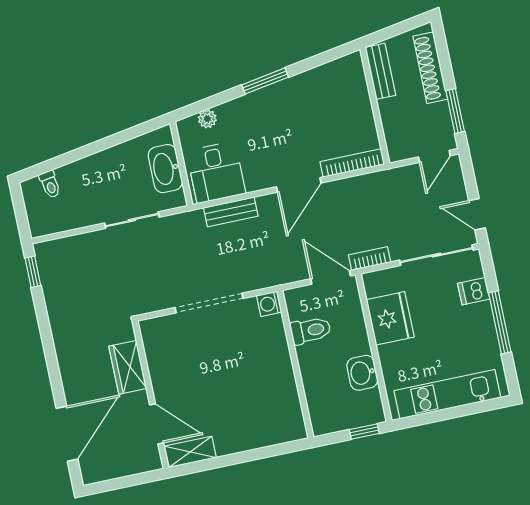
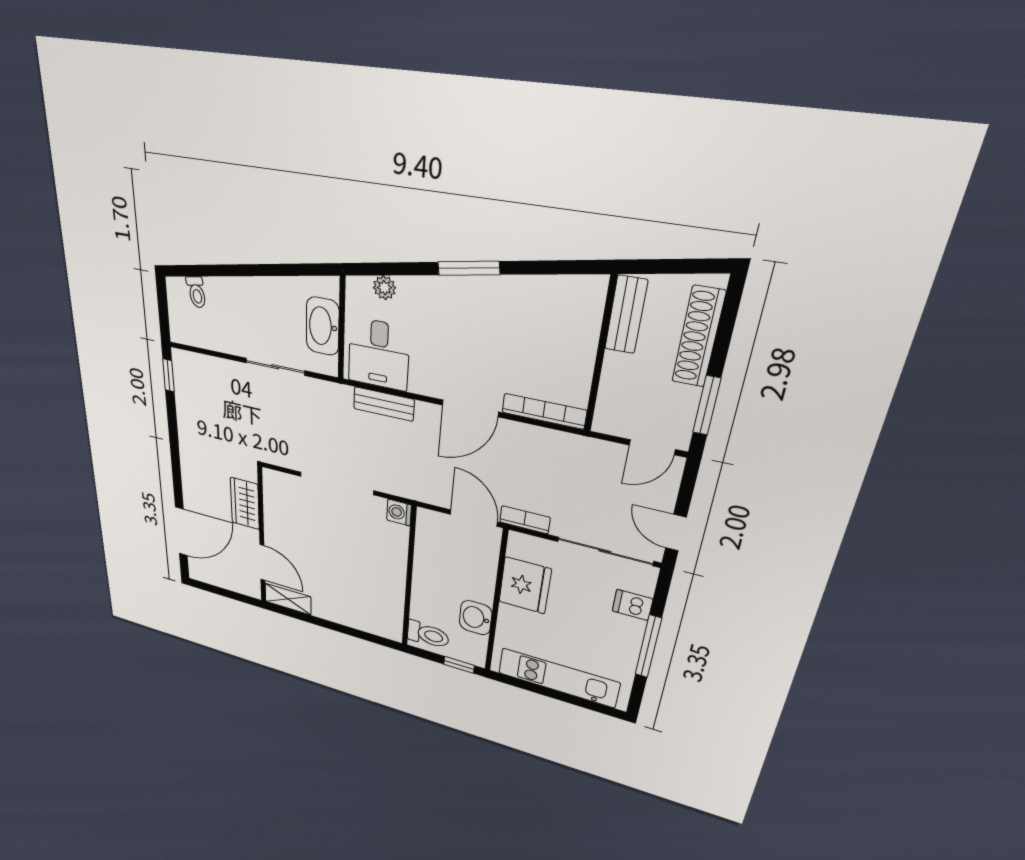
toilet: (311, 330) -> (428, 635), moved

